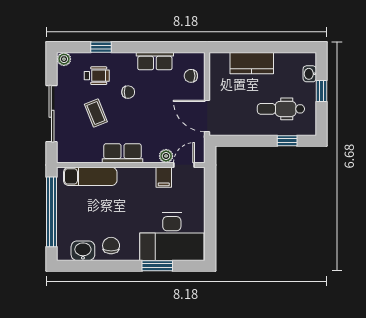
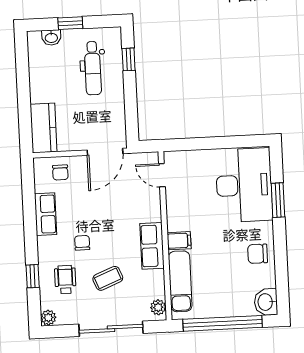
kitchen counter: (252, 63) -> (43, 128), moved
plant: (166, 156) -> (158, 307), moved
filing cabinet: (164, 177) -> (179, 241), moved
washbasin: (83, 251) -> (266, 302), moved

